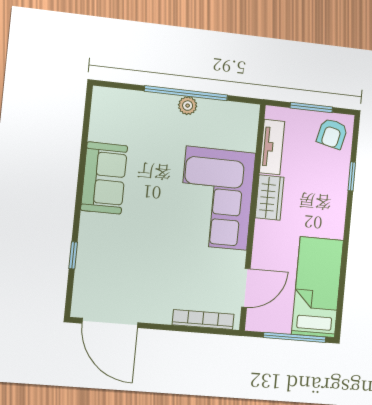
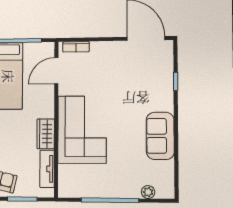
plant: (188, 106) -> (148, 192), moved
bookcase: (203, 320) -> (76, 47), width x0.64

